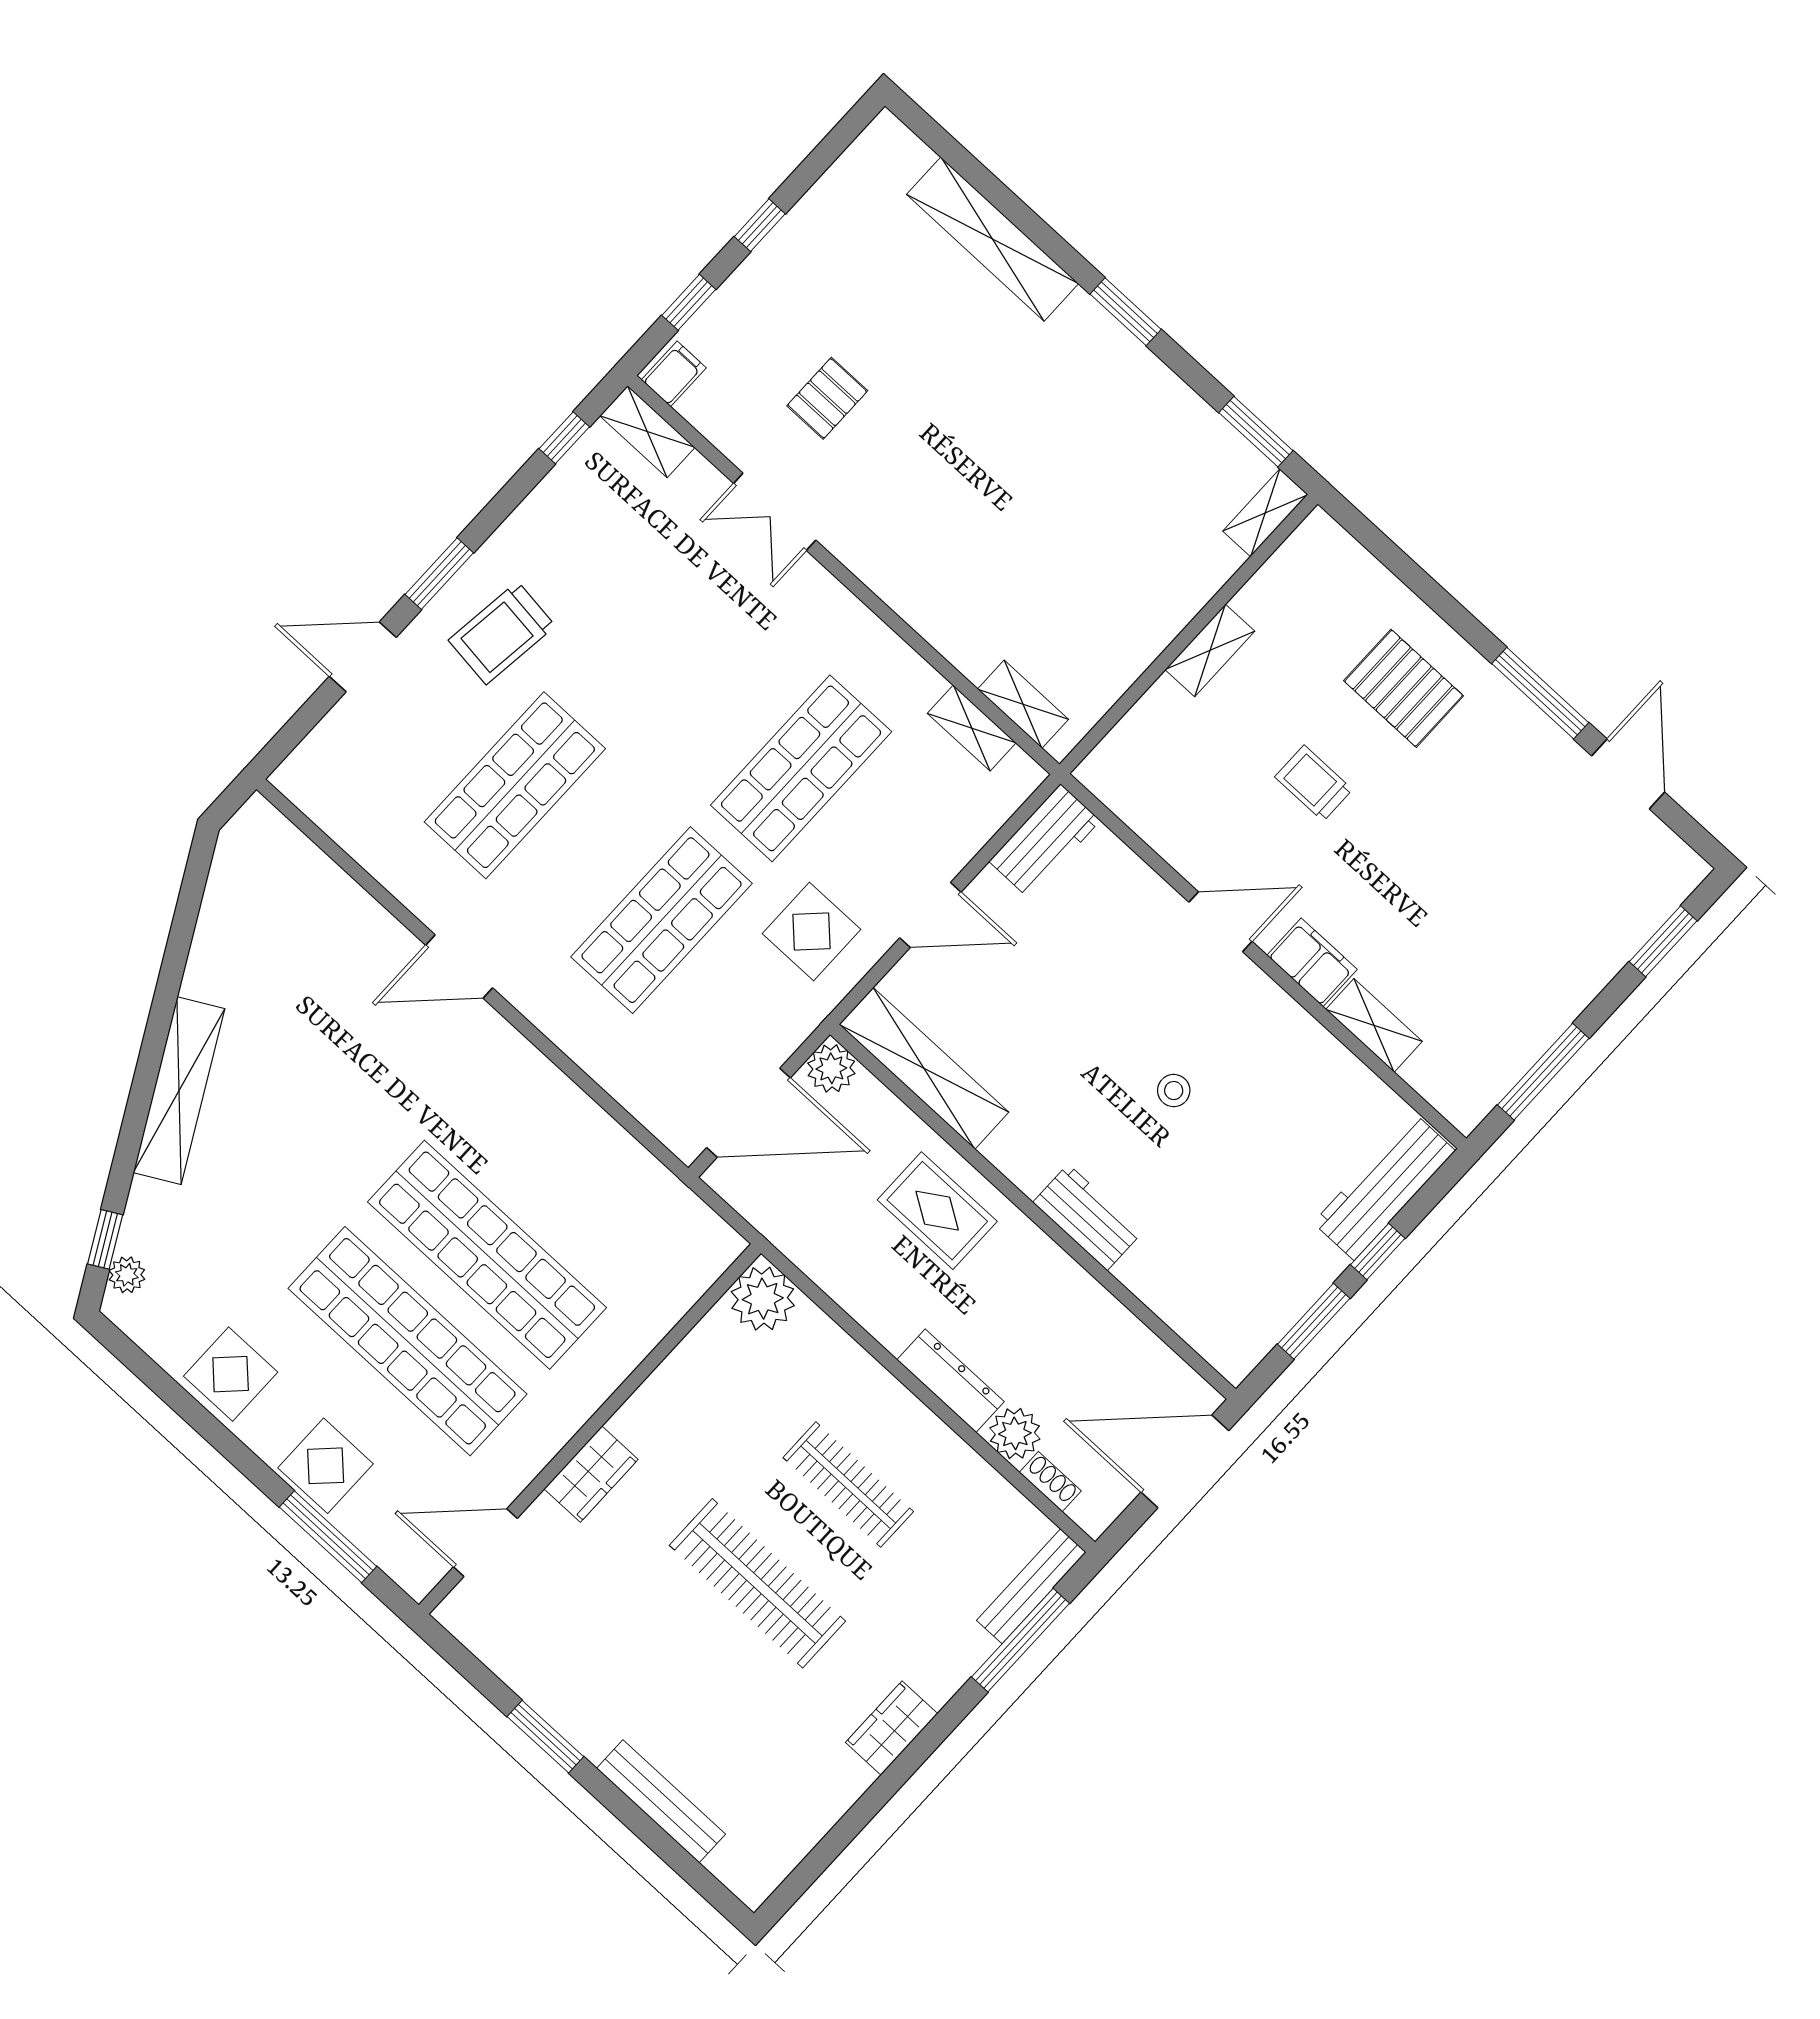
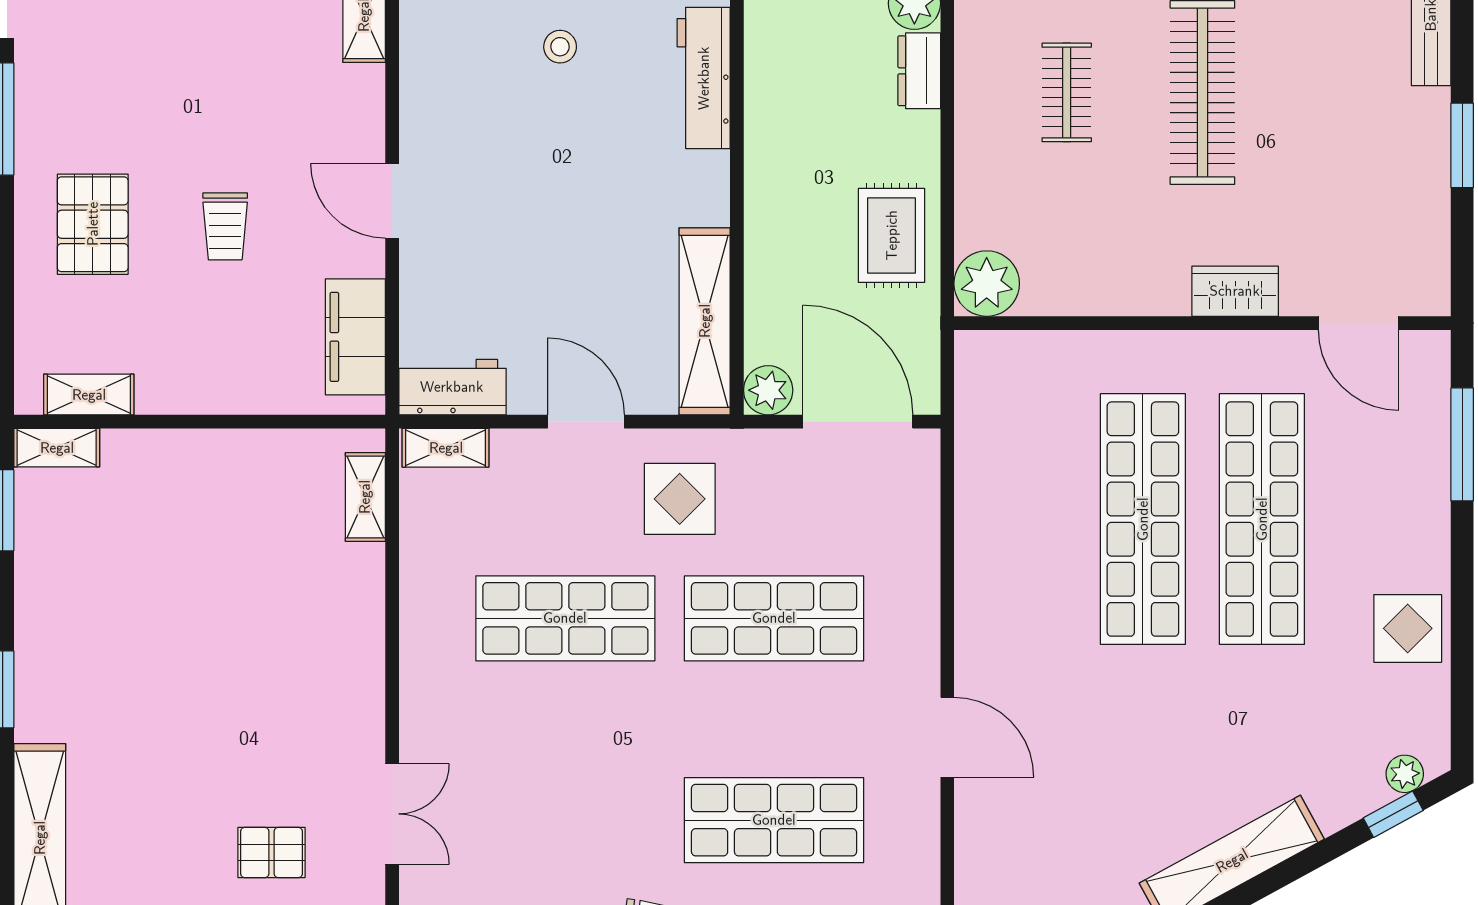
shelving: (1210, 650) -> (89, 395), moved
shelving: (972, 728) -> (446, 448), moved, turned 90
filing cabinet: (1312, 962) -> (355, 337), moved, width x1.50, depth x1.17
stool: (1174, 1091) -> (560, 47), moved
rug: (937, 1211) -> (892, 235), moved
workbench: (1088, 1217) -> (704, 78), width x1.38
dresser: (951, 1381) -> (919, 71), width x0.70
display table: (326, 1466) -> (1411, 495), removed
clothes rail: (848, 1485) -> (1067, 92), width x0.73

